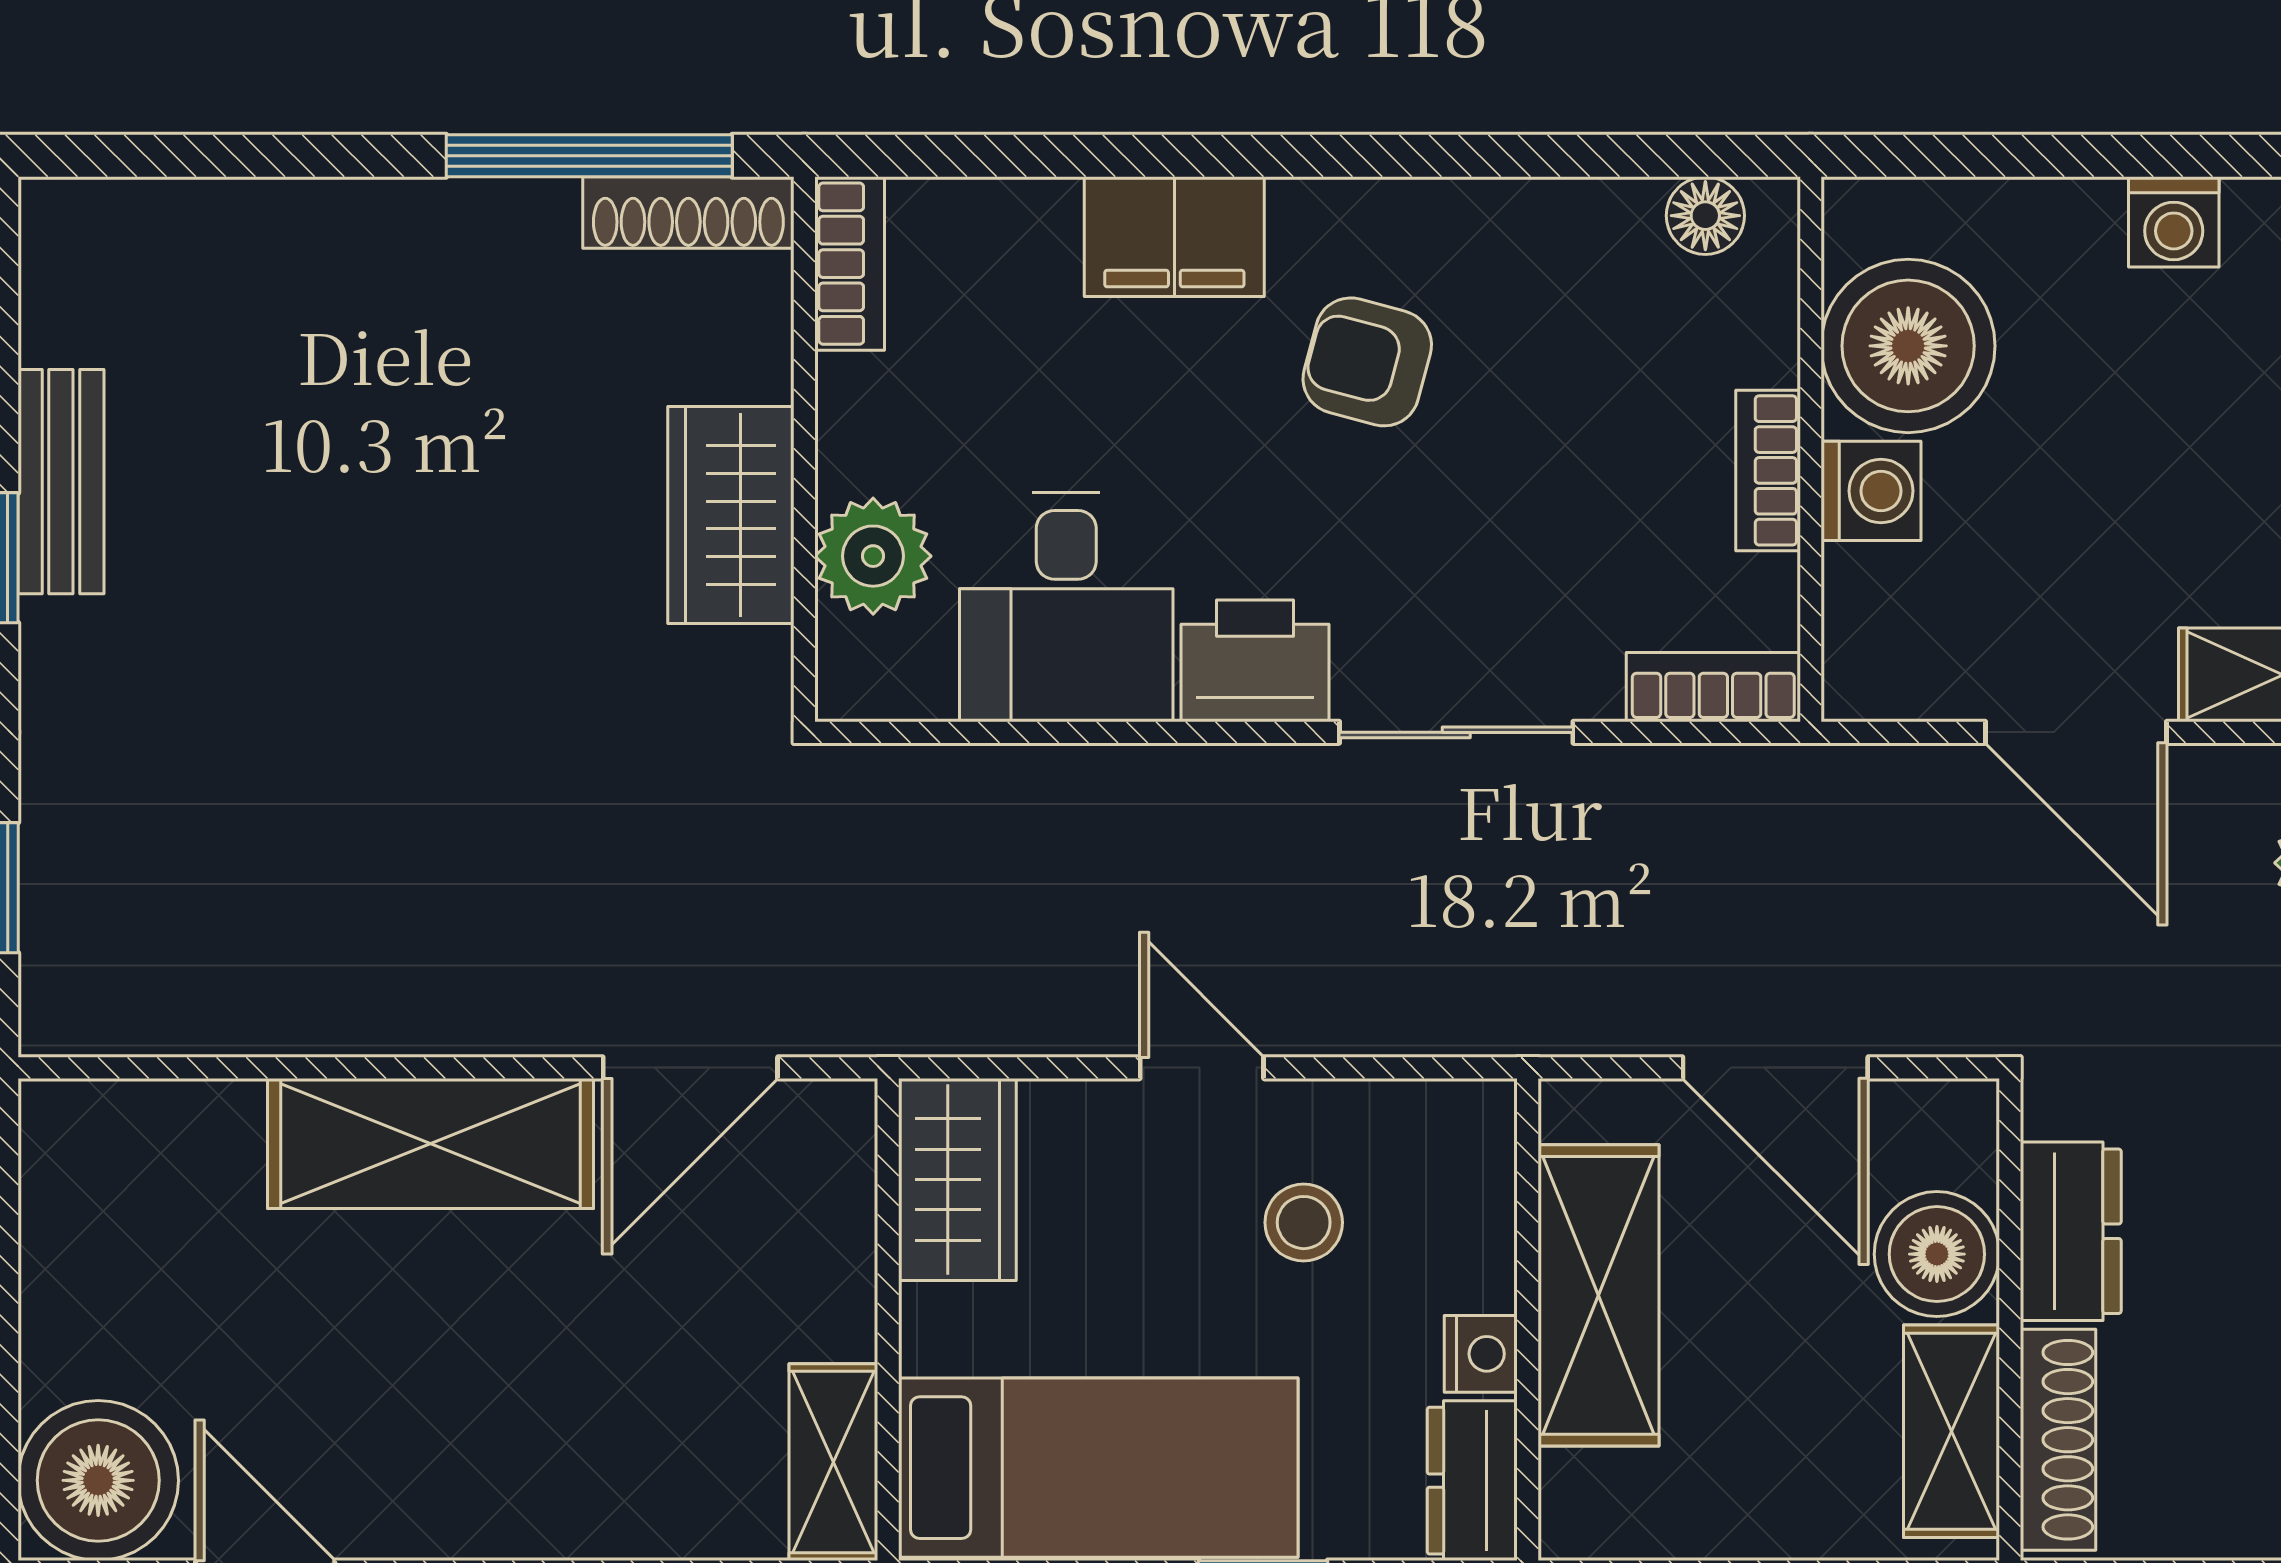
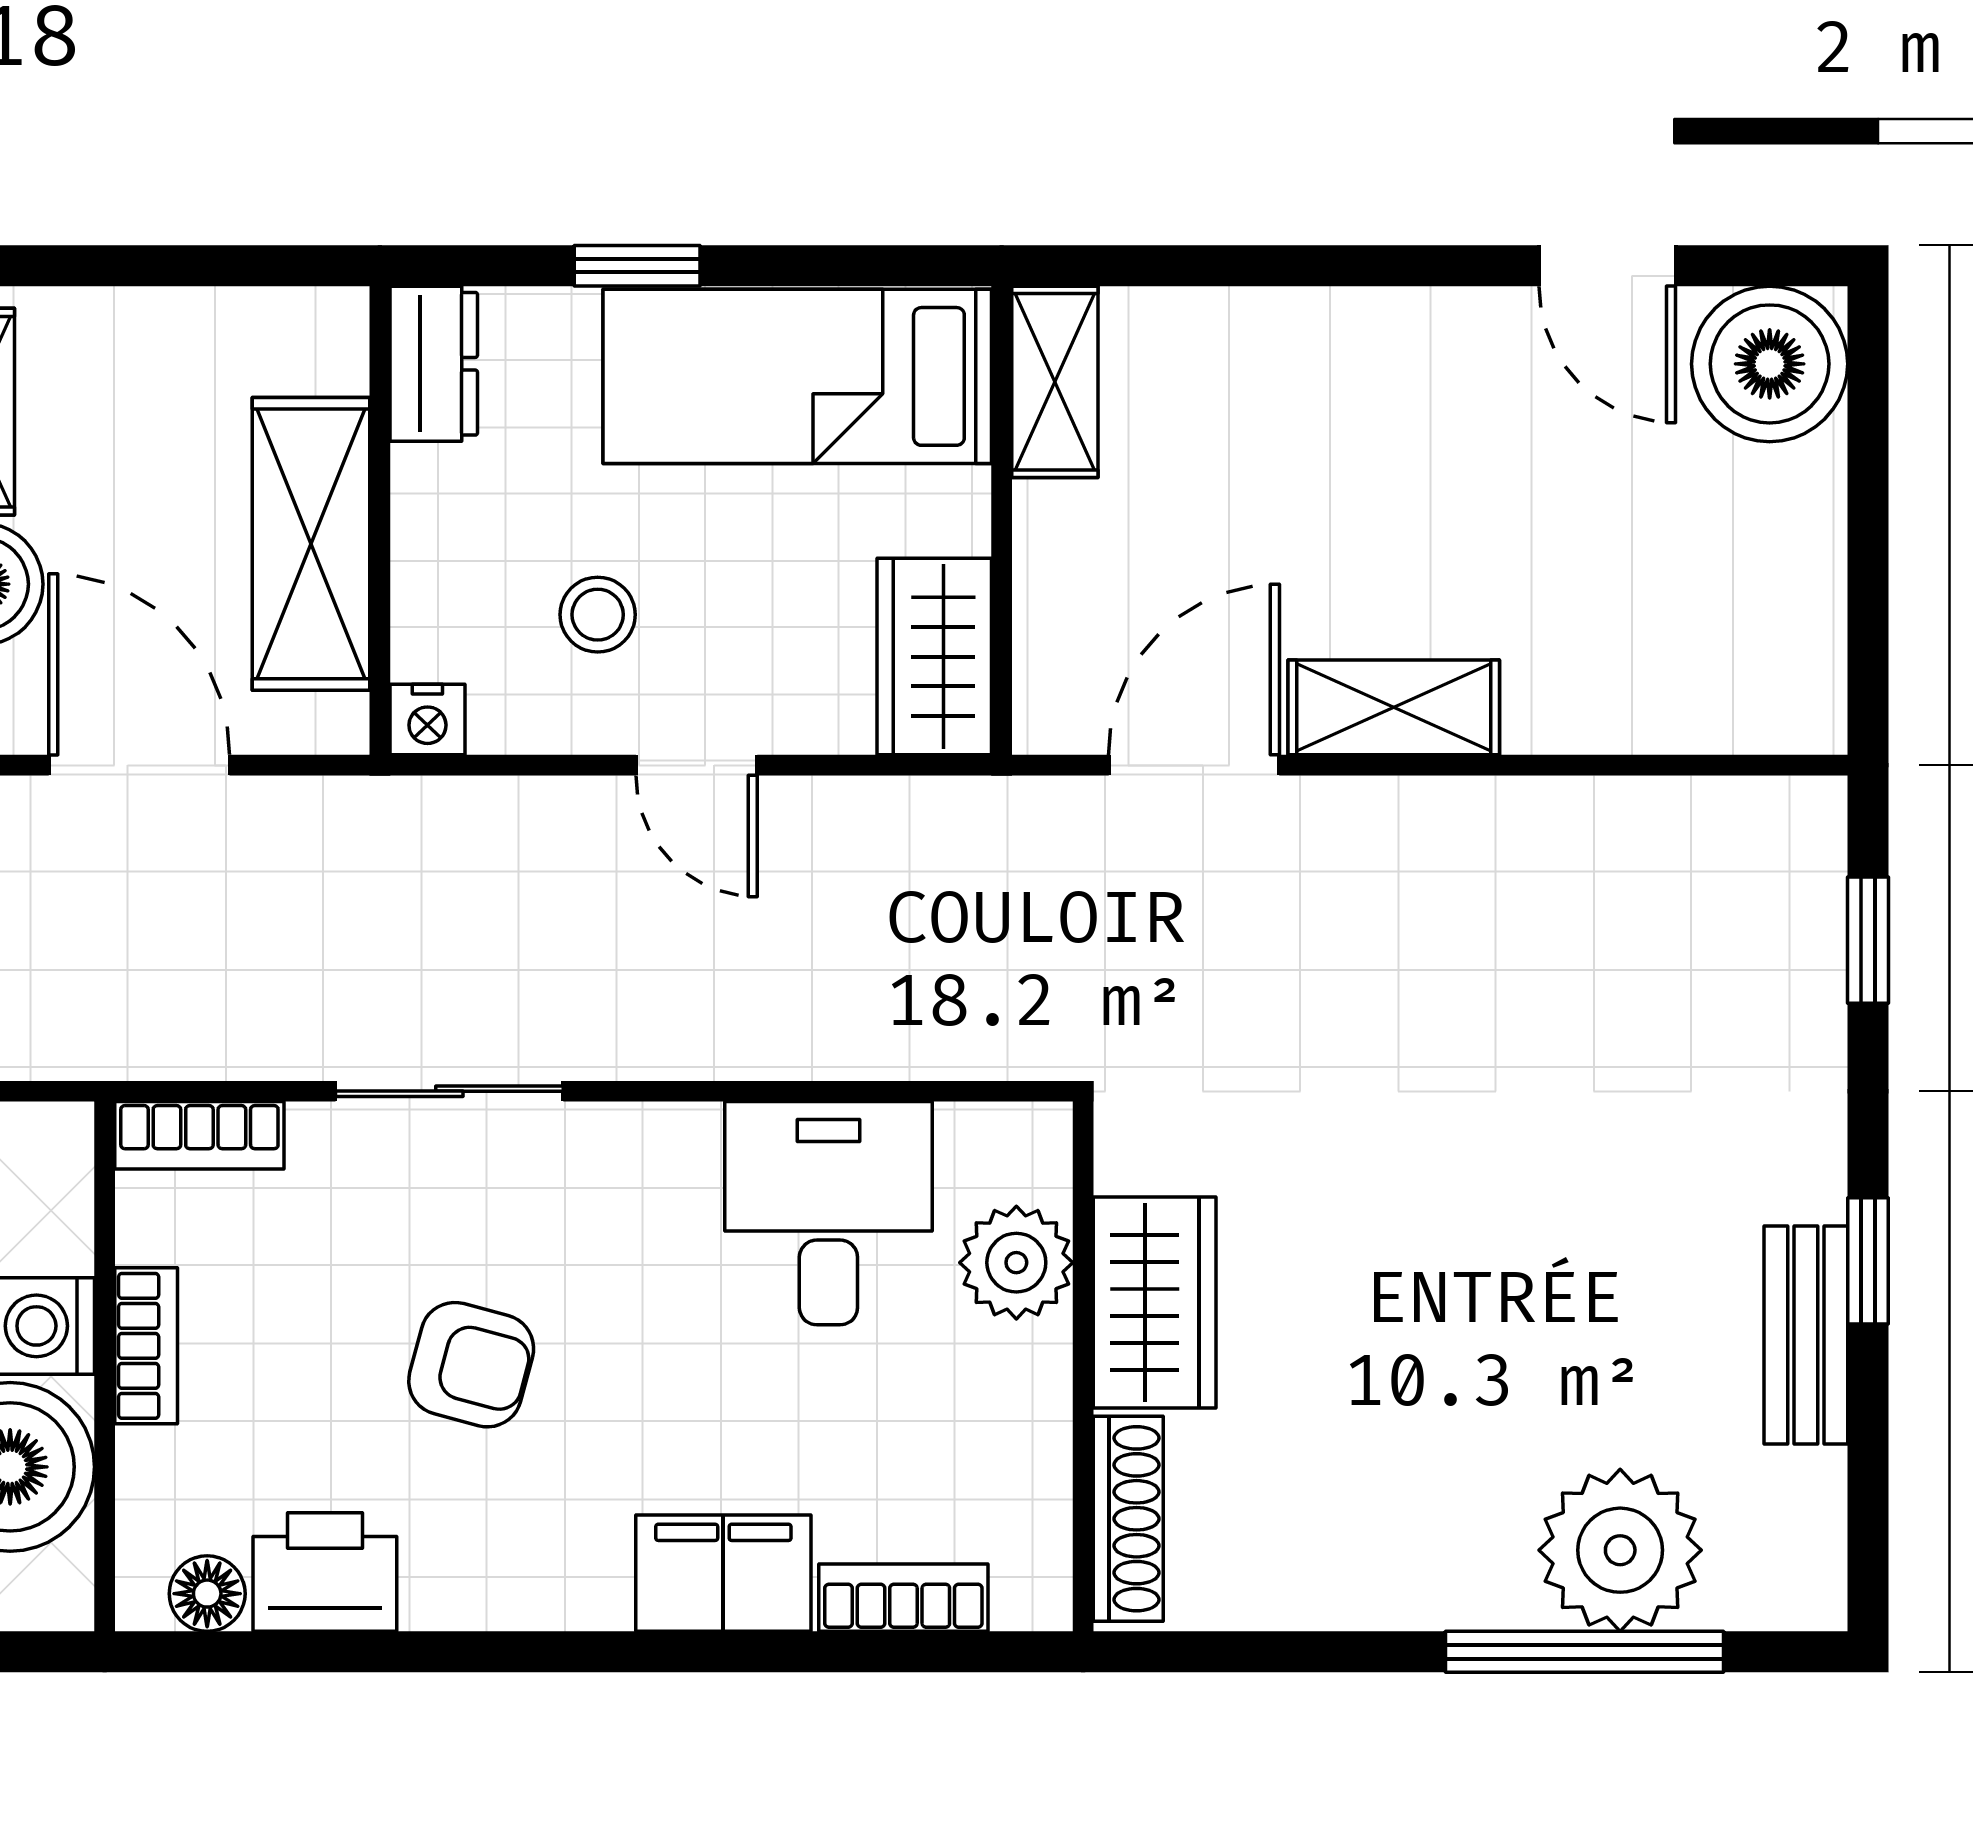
window: (589, 156) -> (1584, 1652), moved
shoe rack: (688, 213) -> (1128, 1519), moved, turned 90
plant: (252, 260) -> (1620, 1550), added
bookcase: (850, 264) -> (903, 1598), moved, turned 90
armchair: (1367, 362) -> (471, 1365), moved
printer: (1255, 661) -> (325, 1572), moved, turned 180
shelving: (430, 1143) -> (1394, 707), width x0.67, depth x0.75
nightstand: (1481, 1354) -> (427, 720), moved, turned -90

